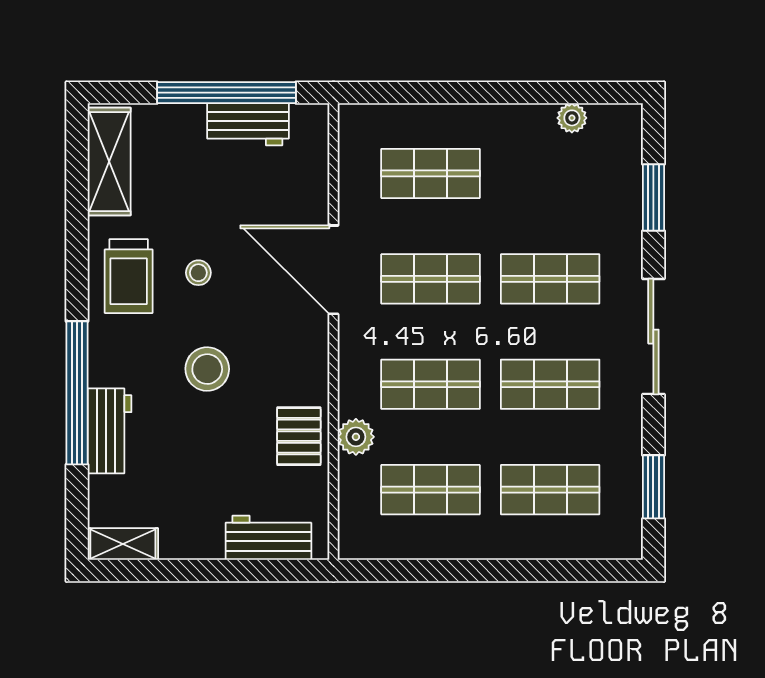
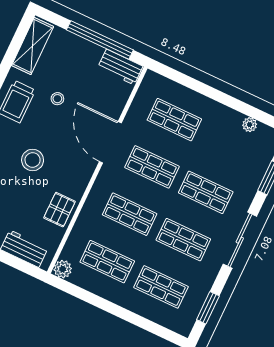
workbench: (248, 124) -> (120, 67), moved
stool: (198, 273) -> (57, 99), moved
plant: (356, 437) -> (63, 269), moved

